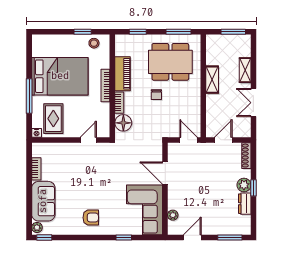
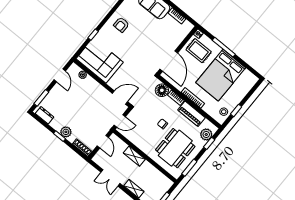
plant: (131, 42) -> (206, 134), added
shelving: (212, 80) -> (134, 156), moved
double door: (253, 103) -> (110, 178), swing flipped
door: (88, 140) -> (169, 61), width x1.88
door: (165, 173) -> (120, 98), moved
dresser: (245, 204) -> (45, 115), moved

